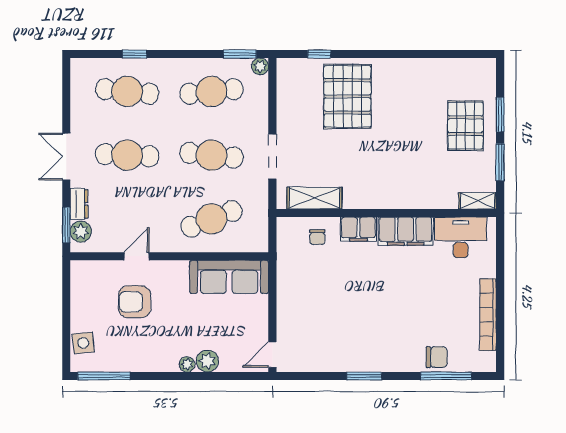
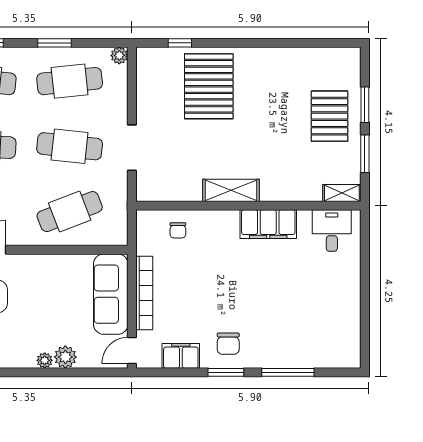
window: (240, 54) -> (54, 43), moved
shelving: (314, 198) -> (231, 190), moved
filing cabinet: (358, 229) -> (181, 356), moved, turned 180
desk: (461, 237) -> (332, 231), width x0.73
sofa: (229, 277) -> (111, 294), moved, turned 90
bookcase: (488, 315) -> (144, 293), moved, turned 180
chair: (437, 357) -> (228, 344), moved, turned 90
window: (446, 376) -> (288, 372), moved

